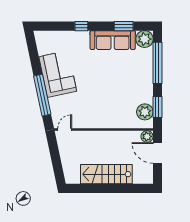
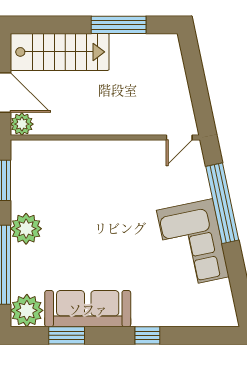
plant: (145, 112) -> (26, 229), moved
stairs: (106, 174) -> (60, 52), moved
window: (96, 188) -> (119, 25), added

